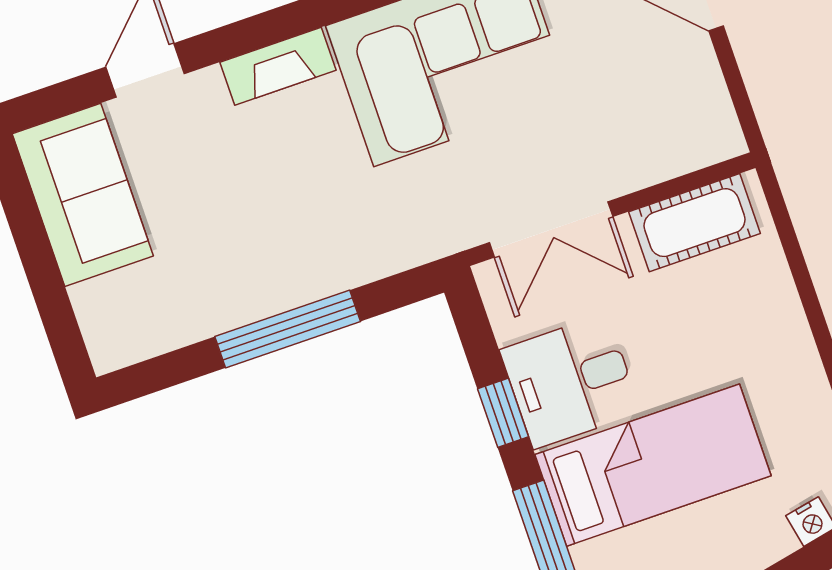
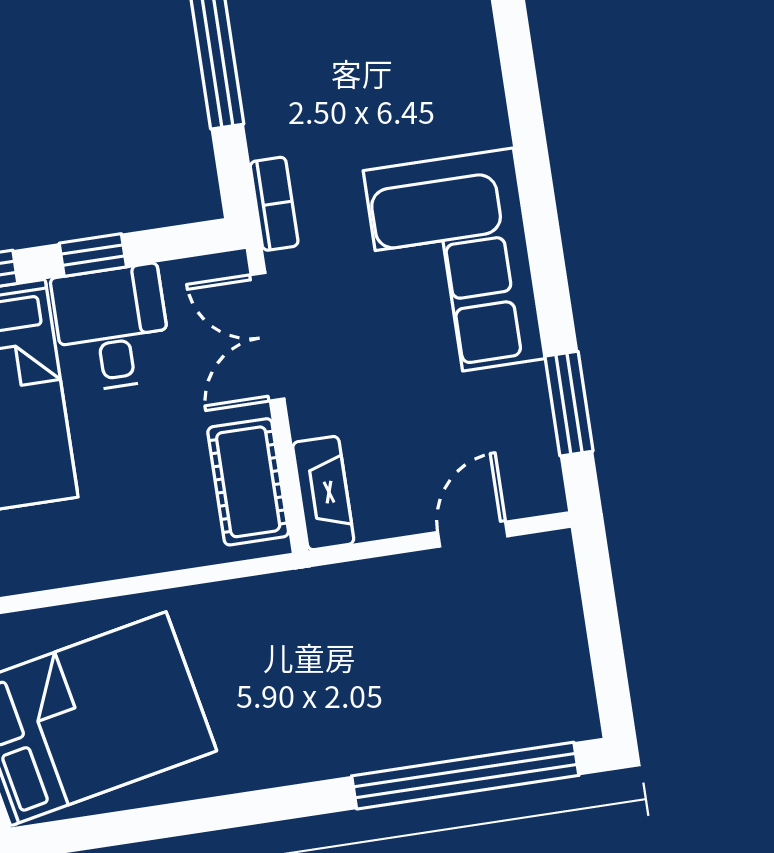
fireplace: (278, 66) -> (323, 493), moved, turned 180
bookcase: (421, 247) -> (274, 204), added

